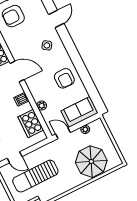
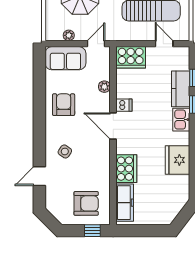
door: (17, 71) -> (113, 126), moved
cooker: (31, 123) -> (131, 57), moved, turned 90
door: (63, 133) -> (96, 44), swing flipped

